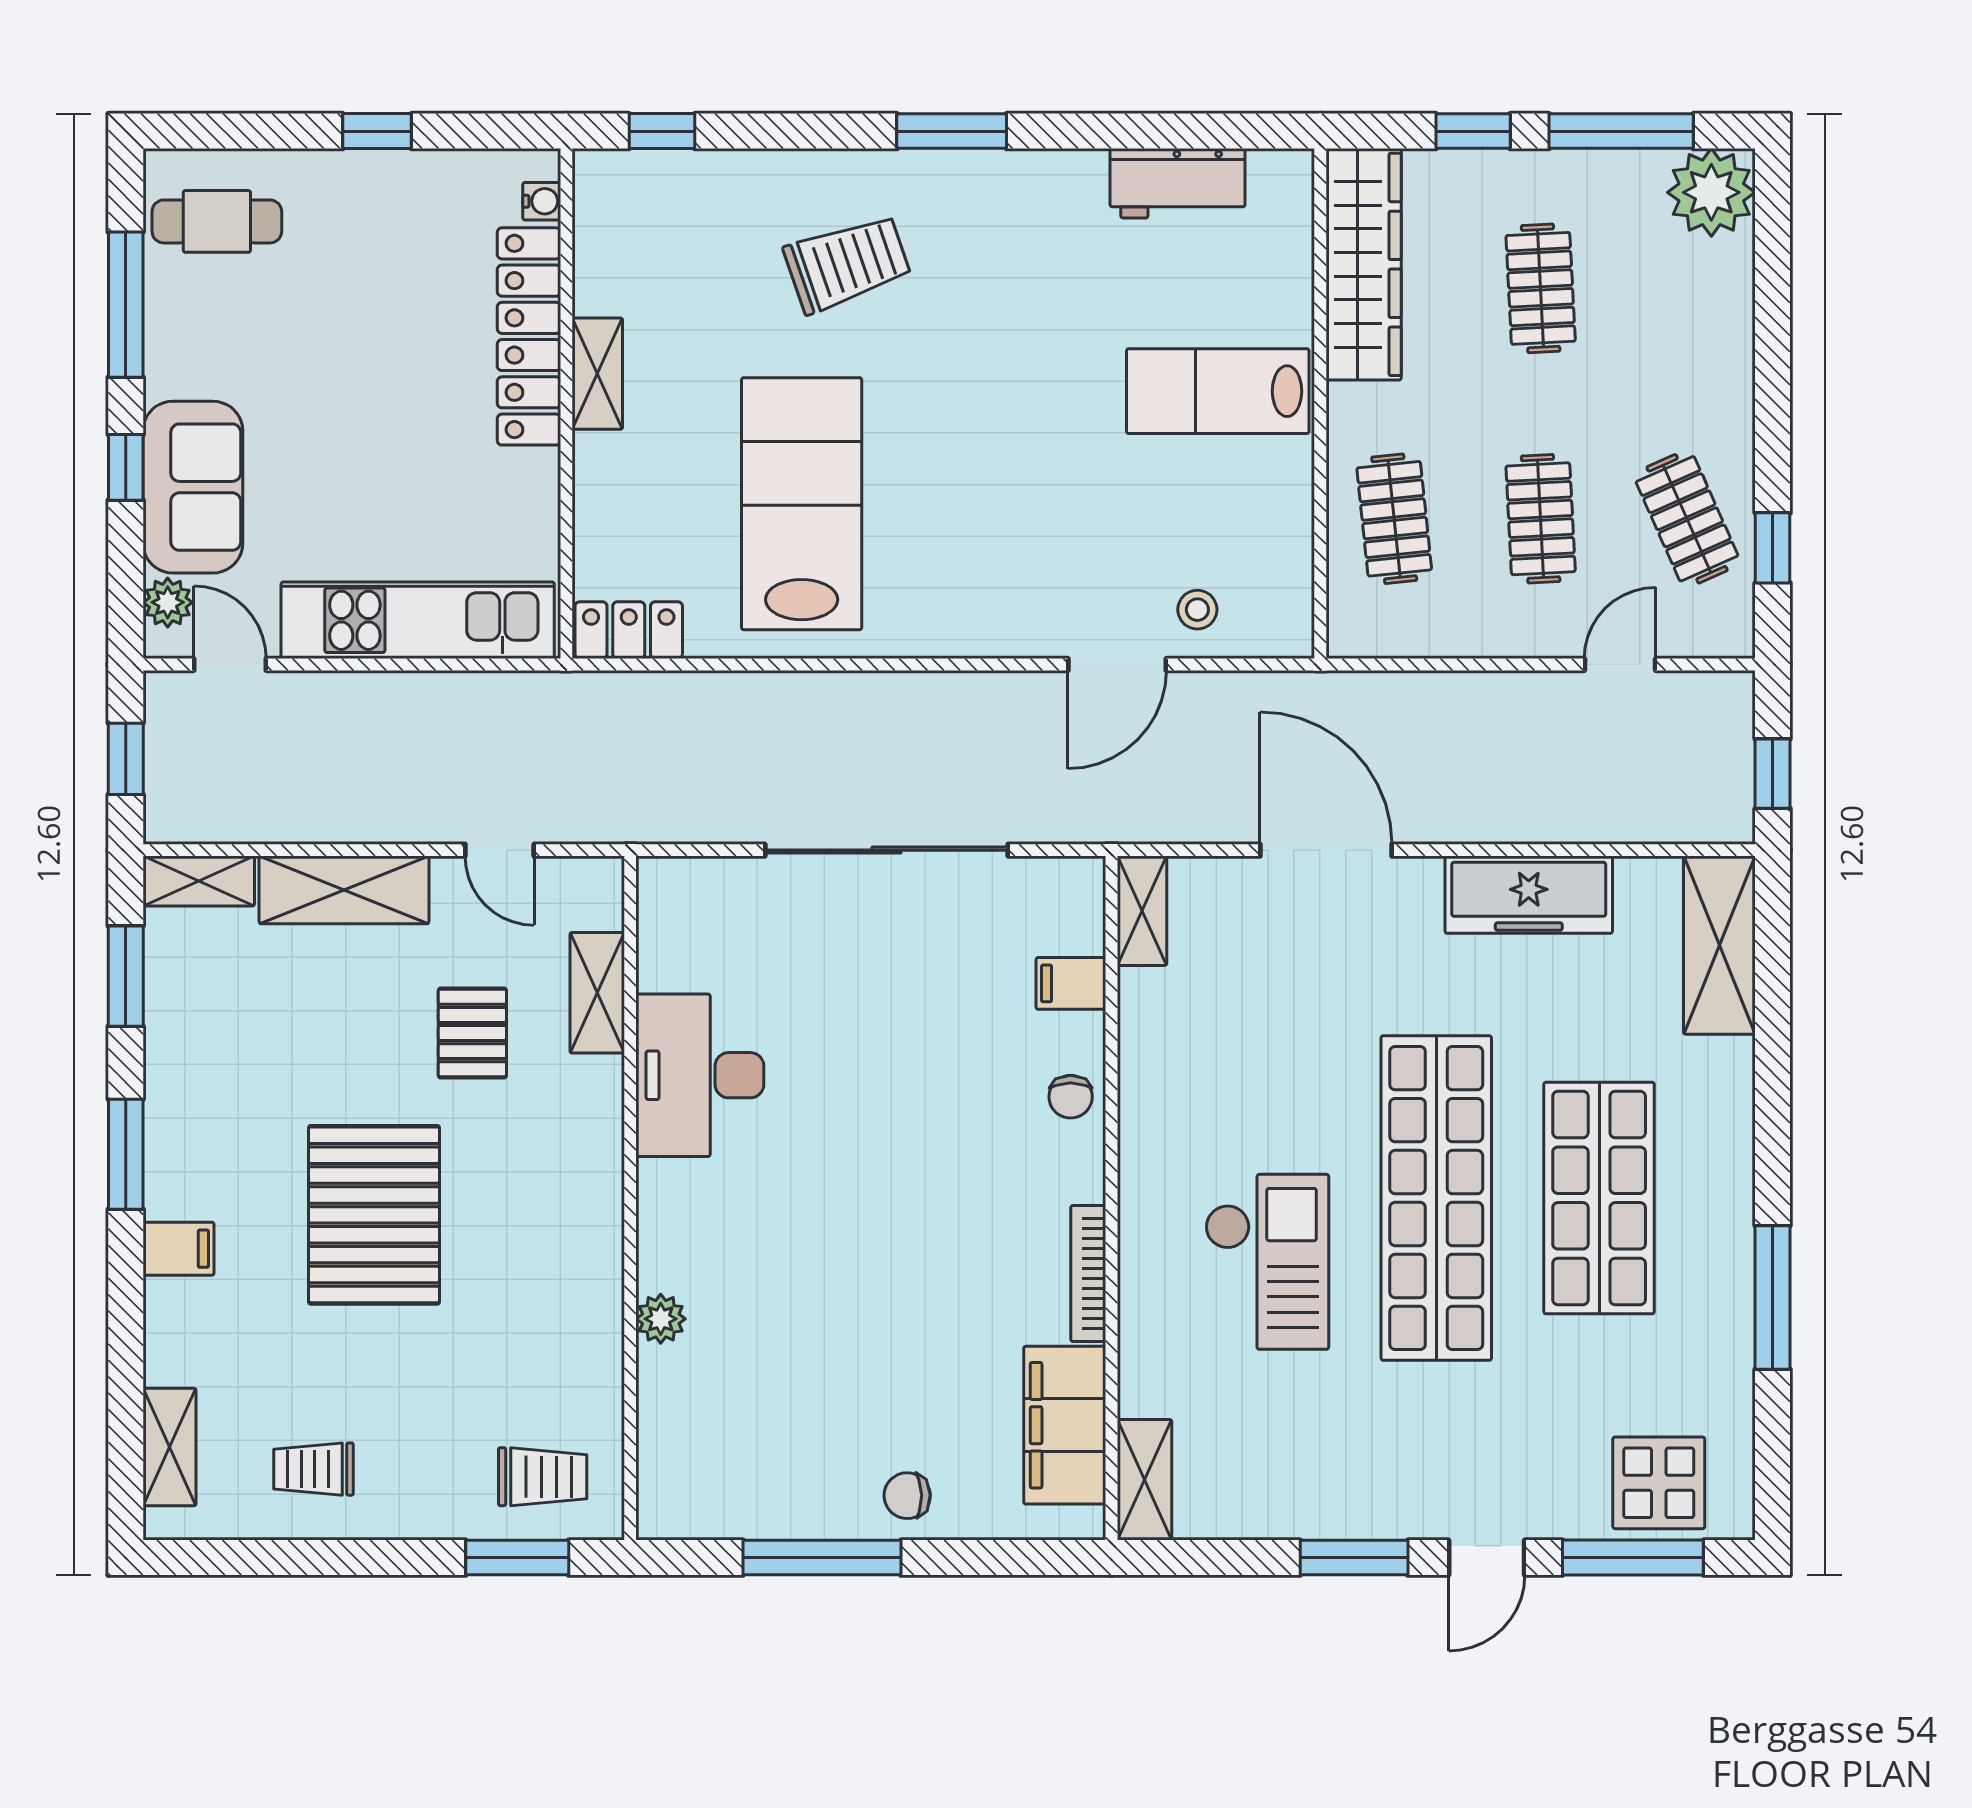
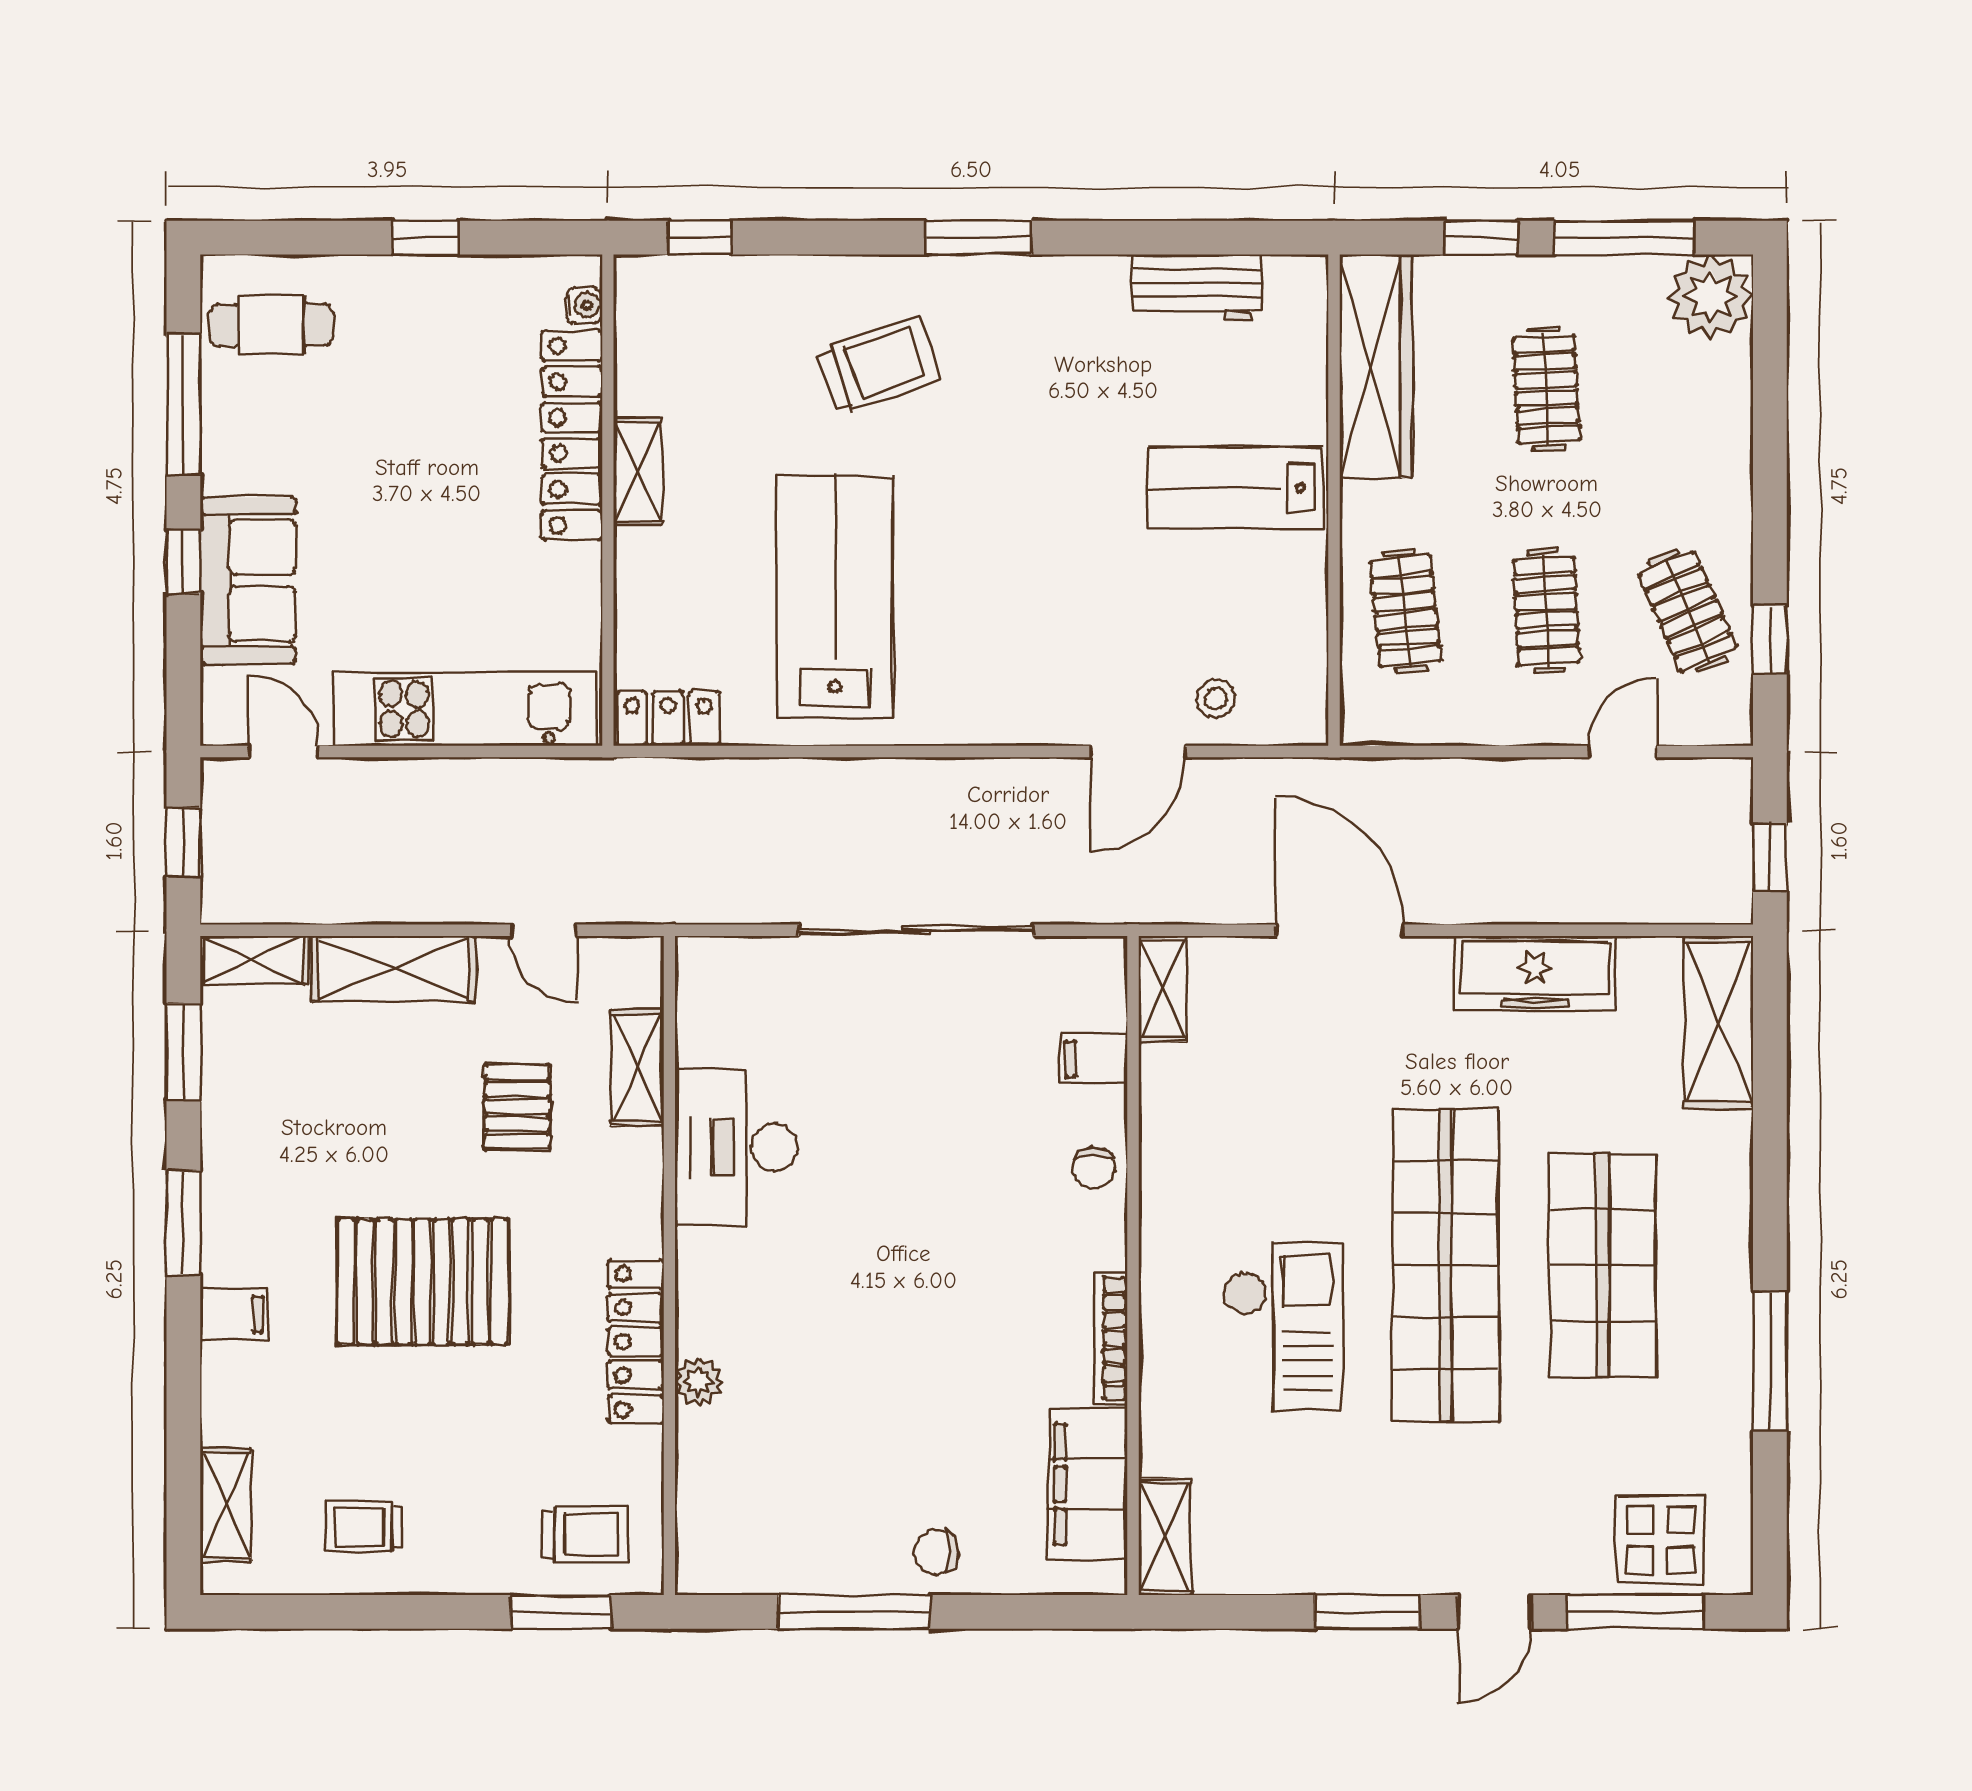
plant: (168, 602) -> (224, 692), removed
pallet: (374, 1215) -> (423, 1282), turned 90
locker: (595, 1277) -> (636, 1342), added

